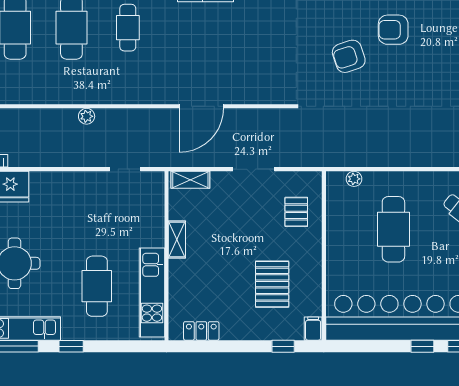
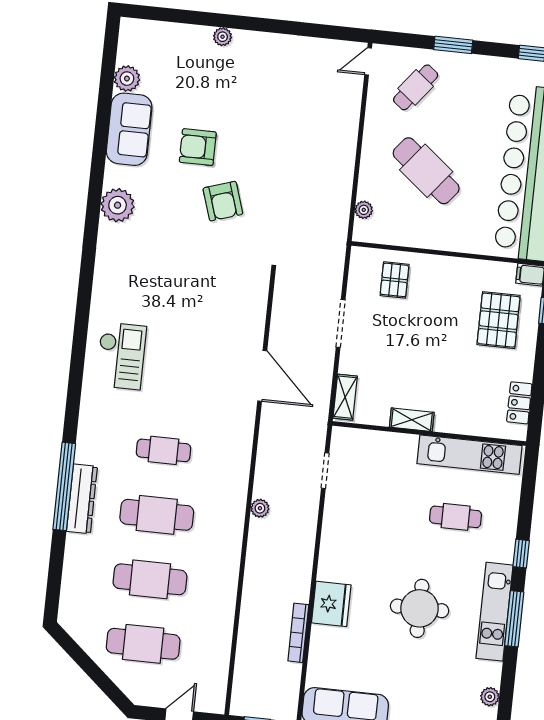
armchair: (393, 30) -> (198, 147), turned 90
pallet: (296, 212) -> (395, 280), turned 90
cafe table: (393, 229) -> (426, 171), turned 39
pallet: (272, 284) -> (499, 320), moved, turned 90
cafe table: (97, 286) -> (456, 517), width x0.73, depth x0.74

